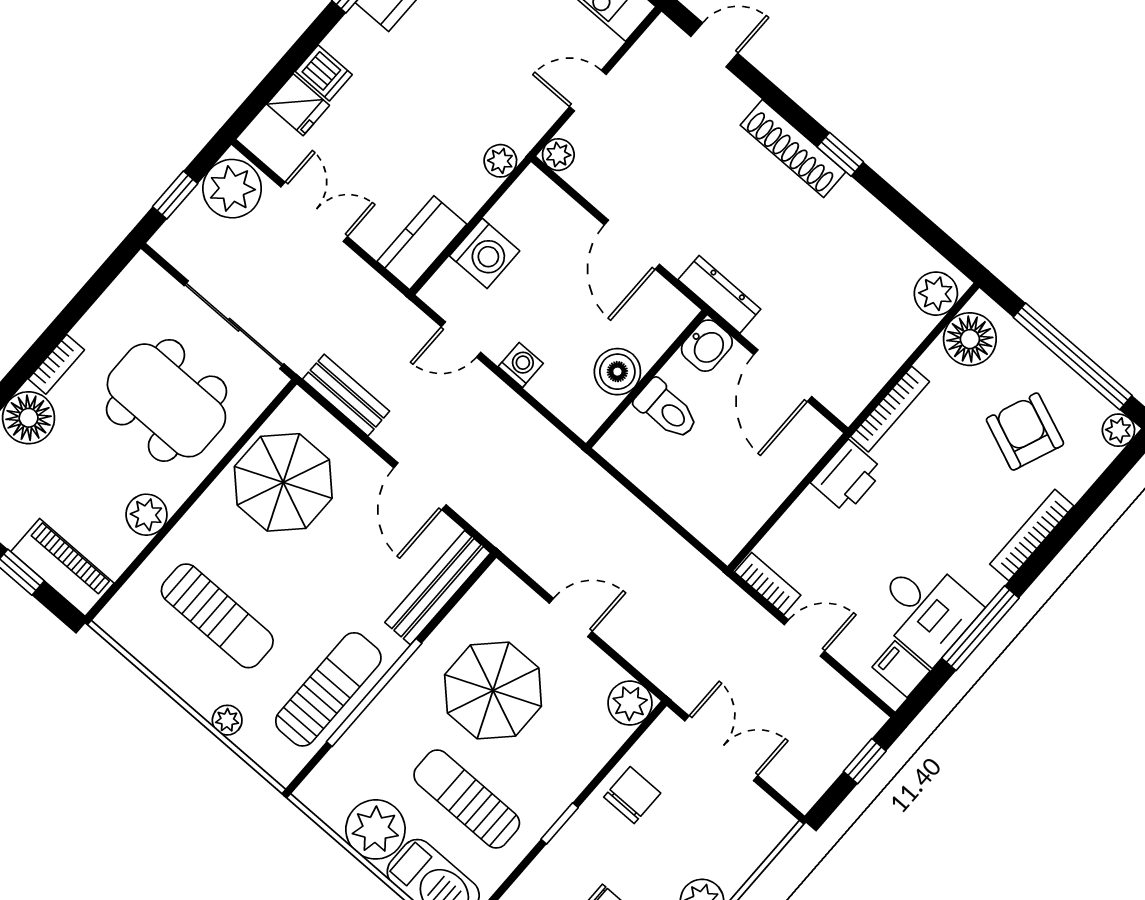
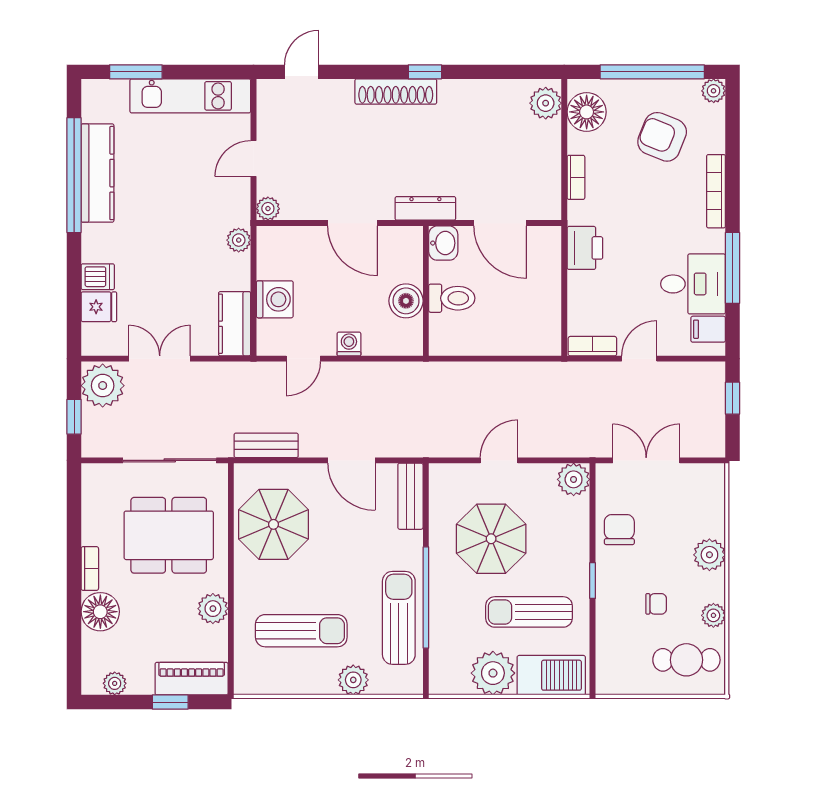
bookcase: (890, 409) -> (576, 177), width x0.64
bench: (438, 588) -> (410, 496), width x0.73
plant: (227, 720) -> (353, 680), width x1.38, depth x1.38

